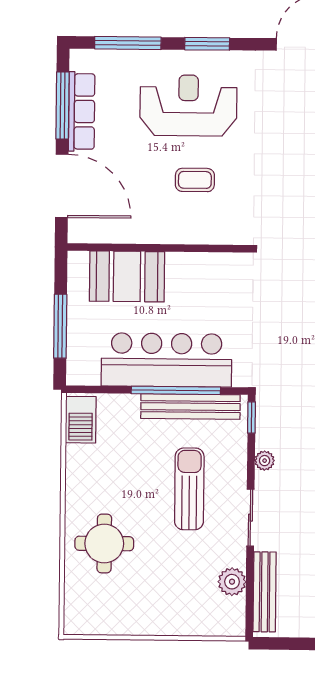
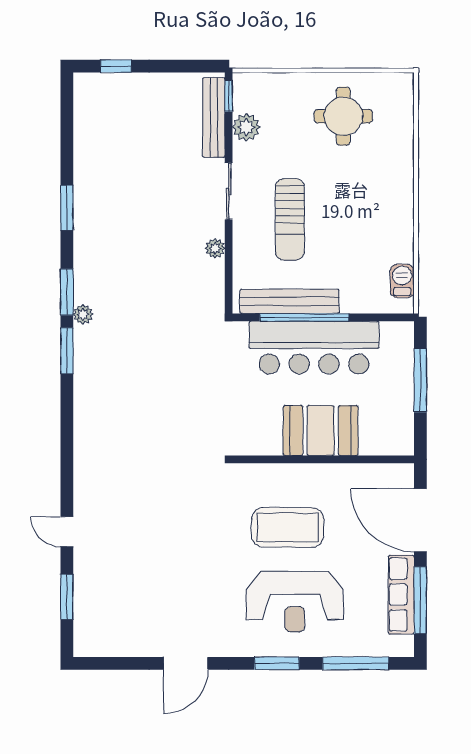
coffee table: (195, 180) -> (288, 527), width x1.86, depth x1.72
booth: (127, 276) -> (321, 431), moved
window: (251, 417) -> (229, 96), moved
barbecue: (81, 420) -> (402, 281), width x0.73, depth x0.79
round table: (104, 543) -> (343, 116), moved

